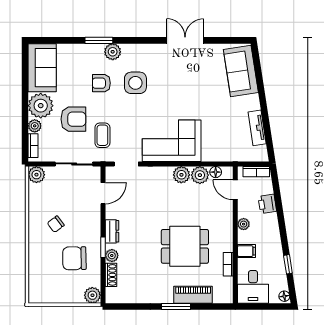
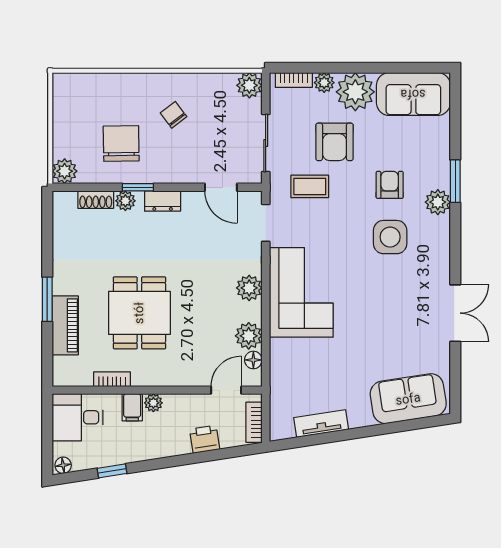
plant: (181, 175) -> (249, 288), moved
plant: (244, 224) -> (153, 403), moved

